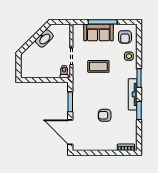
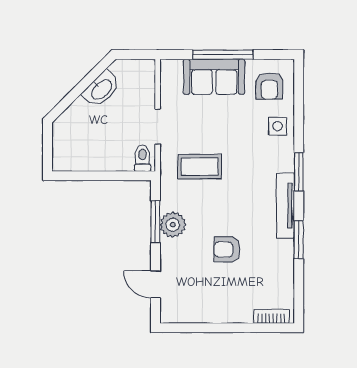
coffee table: (98, 66) -> (200, 167), moved
plant: (79, 103) -> (173, 225), added
door: (70, 132) -> (155, 284), width x0.53

